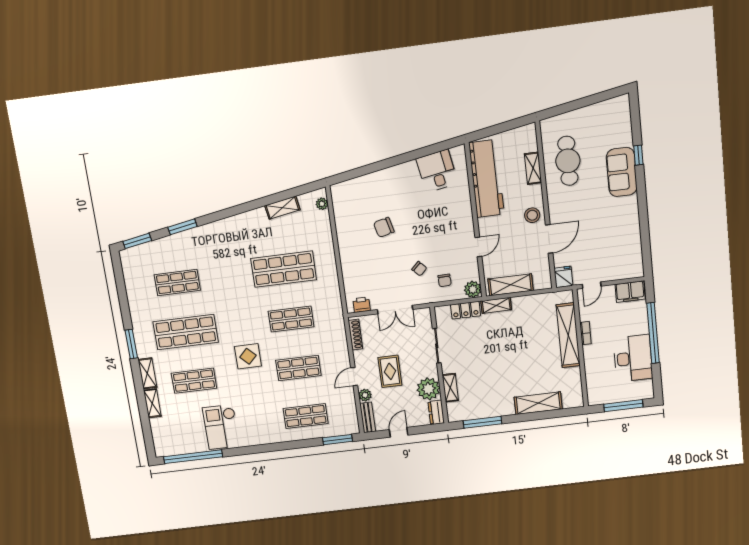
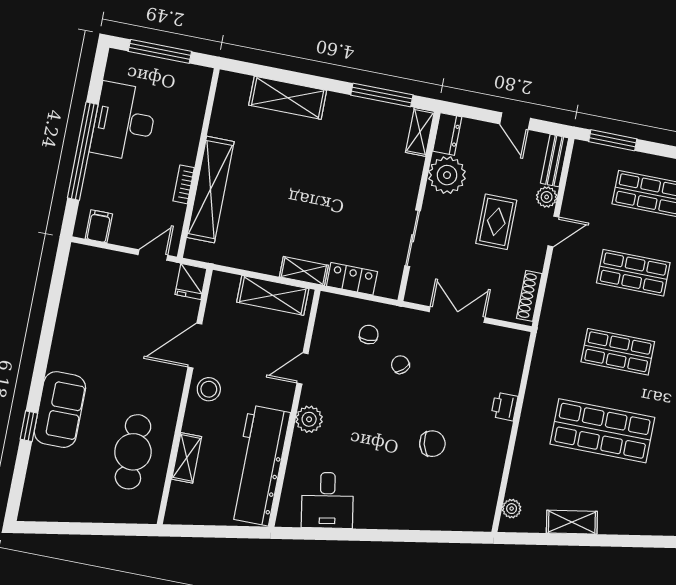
plant: (473, 289) -> (309, 419), moved
filing cabinet: (630, 292) -> (99, 226), width x0.50
printer: (362, 305) -> (504, 406), moved, turned 90
shelving: (450, 388) -> (420, 132), moved
door: (399, 432) -> (515, 121), hinge flipped

